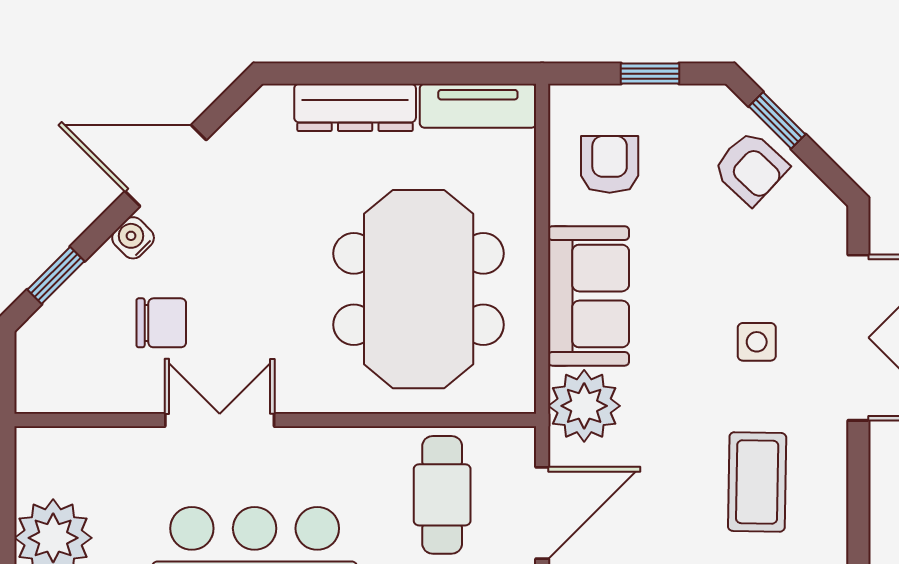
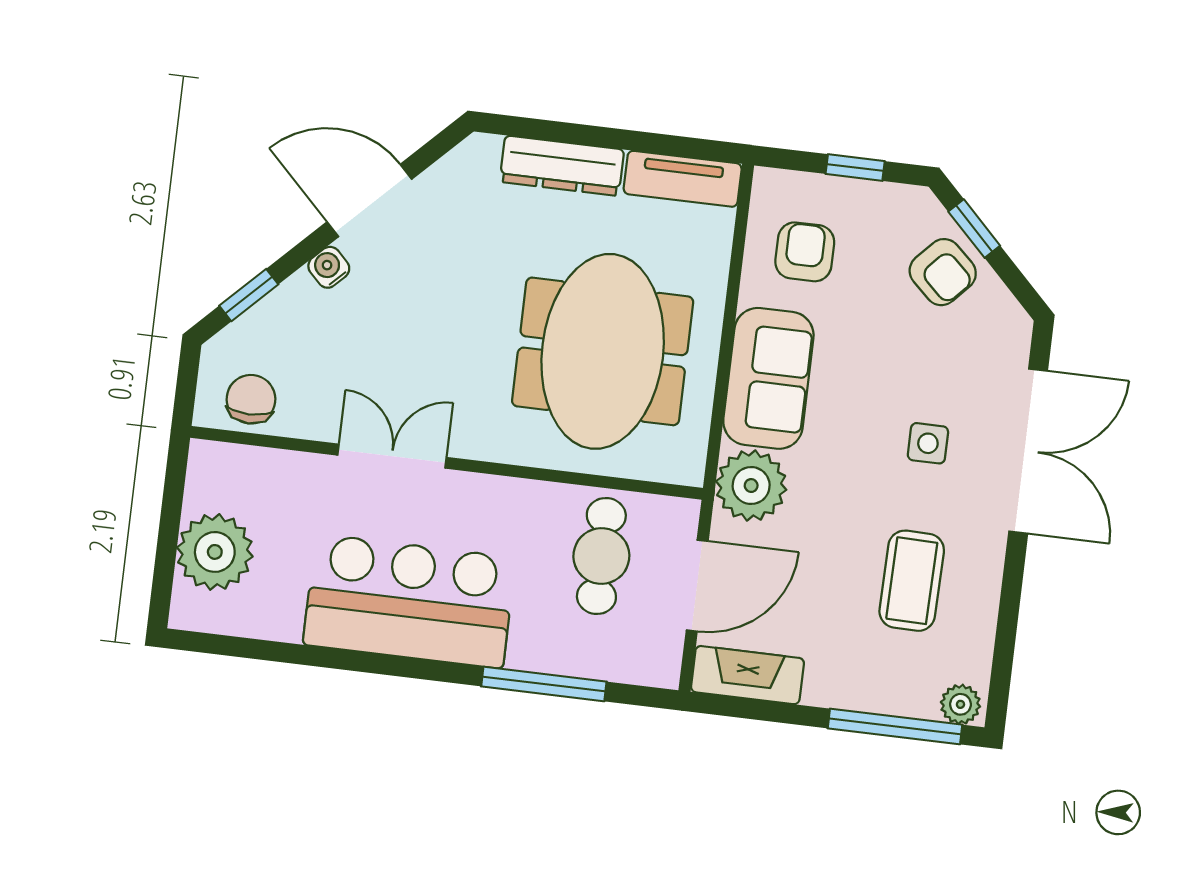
chair: (161, 323) -> (251, 399), moved, turned -90

